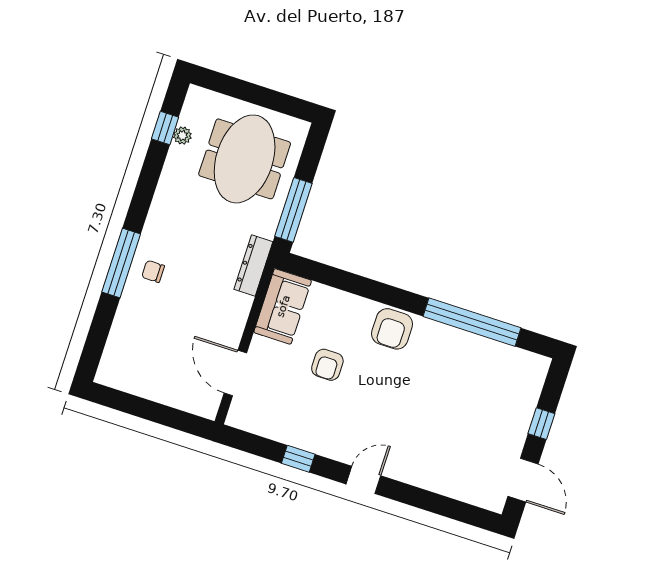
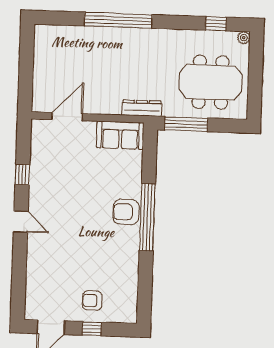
plant: (182, 136) -> (244, 38), moved
window: (121, 263) -> (118, 20), width x1.46
chair: (153, 271) -> (119, 43), removed
window: (472, 322) -> (147, 217), moved
armchair: (327, 365) -> (92, 301), moved

